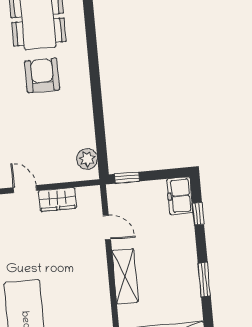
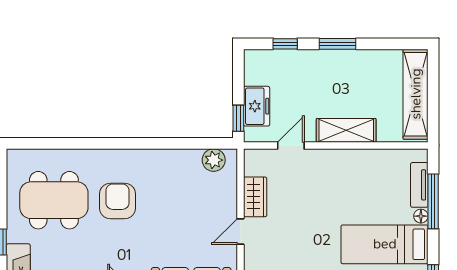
armchair: (42, 75) -> (118, 201), turned 90
freezer: (180, 196) -> (257, 106), moved, turned -90
window: (204, 279) -> (338, 44), moved

